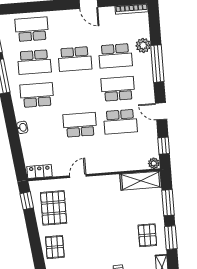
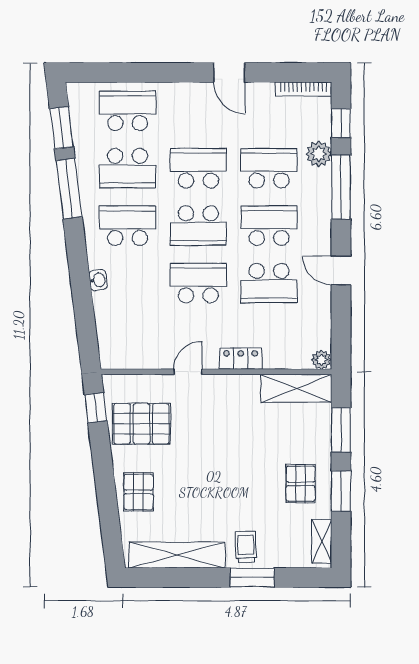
school desk: (115, 56) -> (269, 168), turned 180
school desk: (75, 59) -> (198, 168), turned 180
school desk: (77, 92) -> (198, 226), added
window: (164, 146) -> (341, 123), moved
locker: (40, 171) -> (241, 359), moved
pallet: (54, 208) -> (141, 424), turned 90

